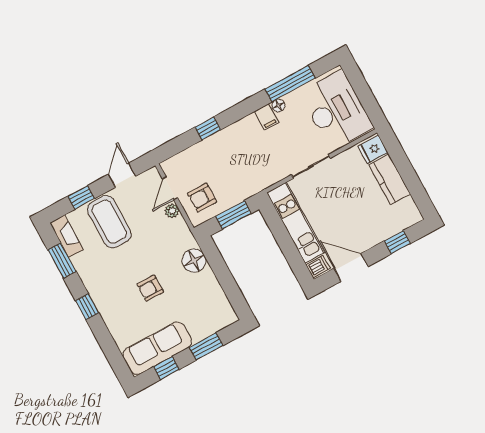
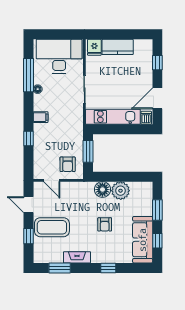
filing cabinet: (266, 117) -> (41, 117), moved
plant: (172, 211) -> (121, 191), moved, width x1.88, depth x1.88
fireplace: (67, 236) -> (77, 257), moved
window: (87, 307) -> (108, 268), moved

